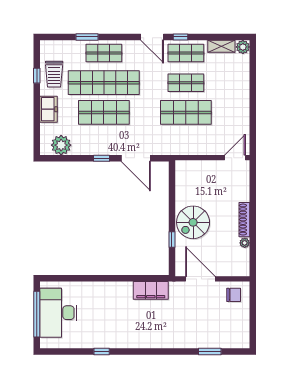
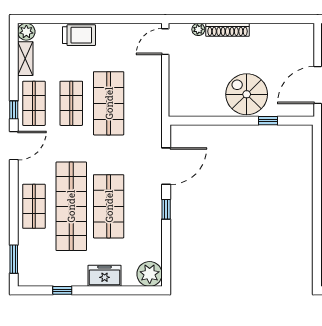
window: (87, 37) -> (14, 259), moved
trolley: (54, 74) -> (79, 35), moved
plant: (61, 145) -> (150, 274), moved
door: (235, 158) -> (165, 42), hinge flipped
shoe rack: (244, 220) -> (228, 30), moved
spiral stairs: (193, 222) -> (247, 94), turned 180
plant: (245, 243) -> (198, 29), moved

